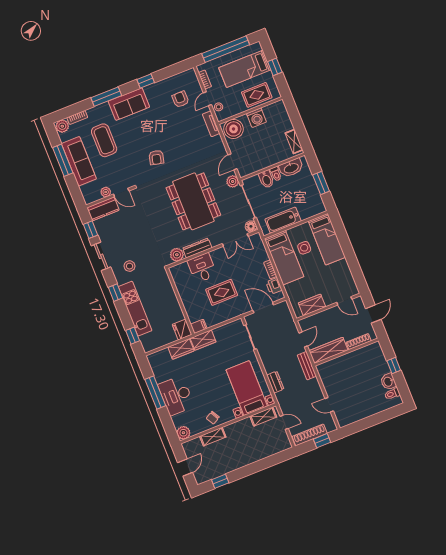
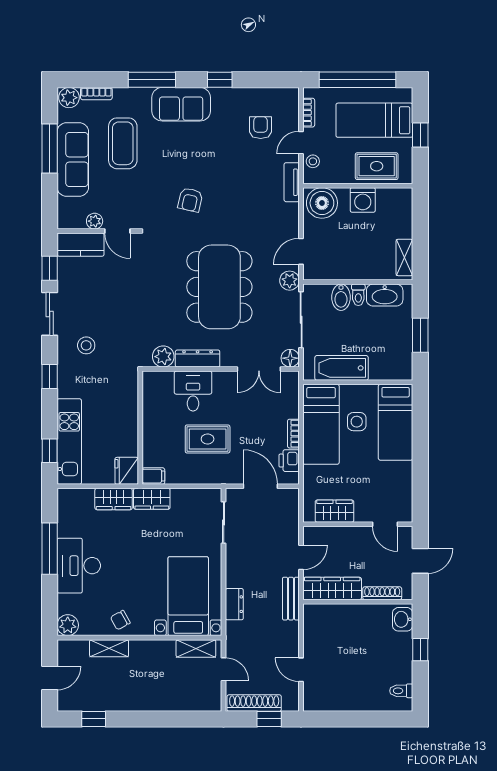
kitchen unit: (135, 309) -> (69, 442), moved
washbasin: (388, 382) -> (403, 619), moved

